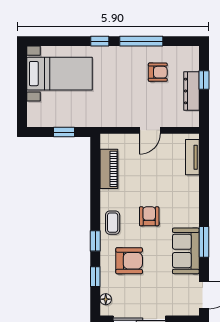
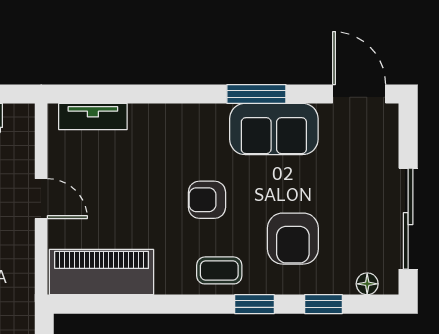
piano: (109, 169) -> (102, 272), width x1.37, depth x1.33
armchair: (129, 261) -> (293, 239), turned 180

